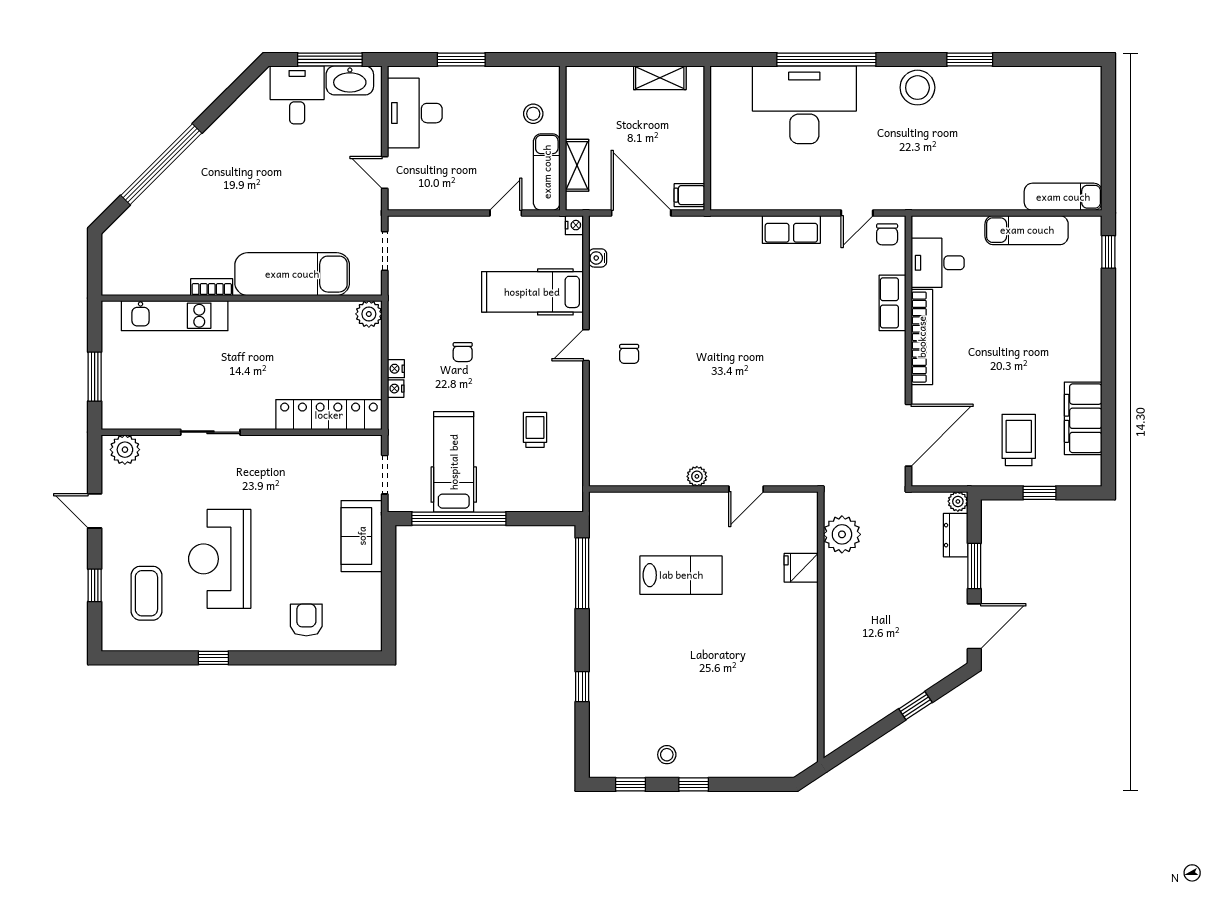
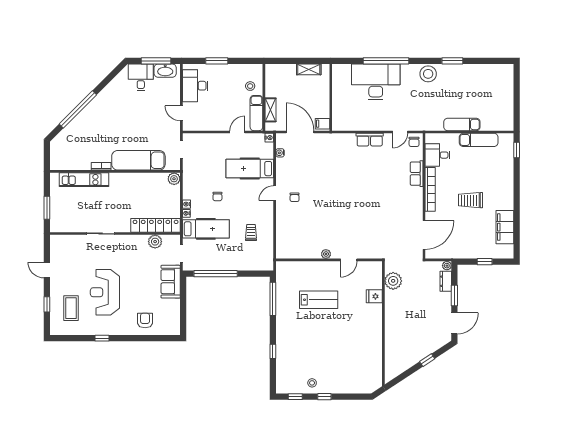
exam couch: (1063, 197) -> (462, 124), moved
trolley: (1019, 440) -> (470, 200), moved, turned -90
plant: (125, 450) -> (155, 242), moved
hospital bed: (454, 462) -> (206, 229), moved, turned 90

